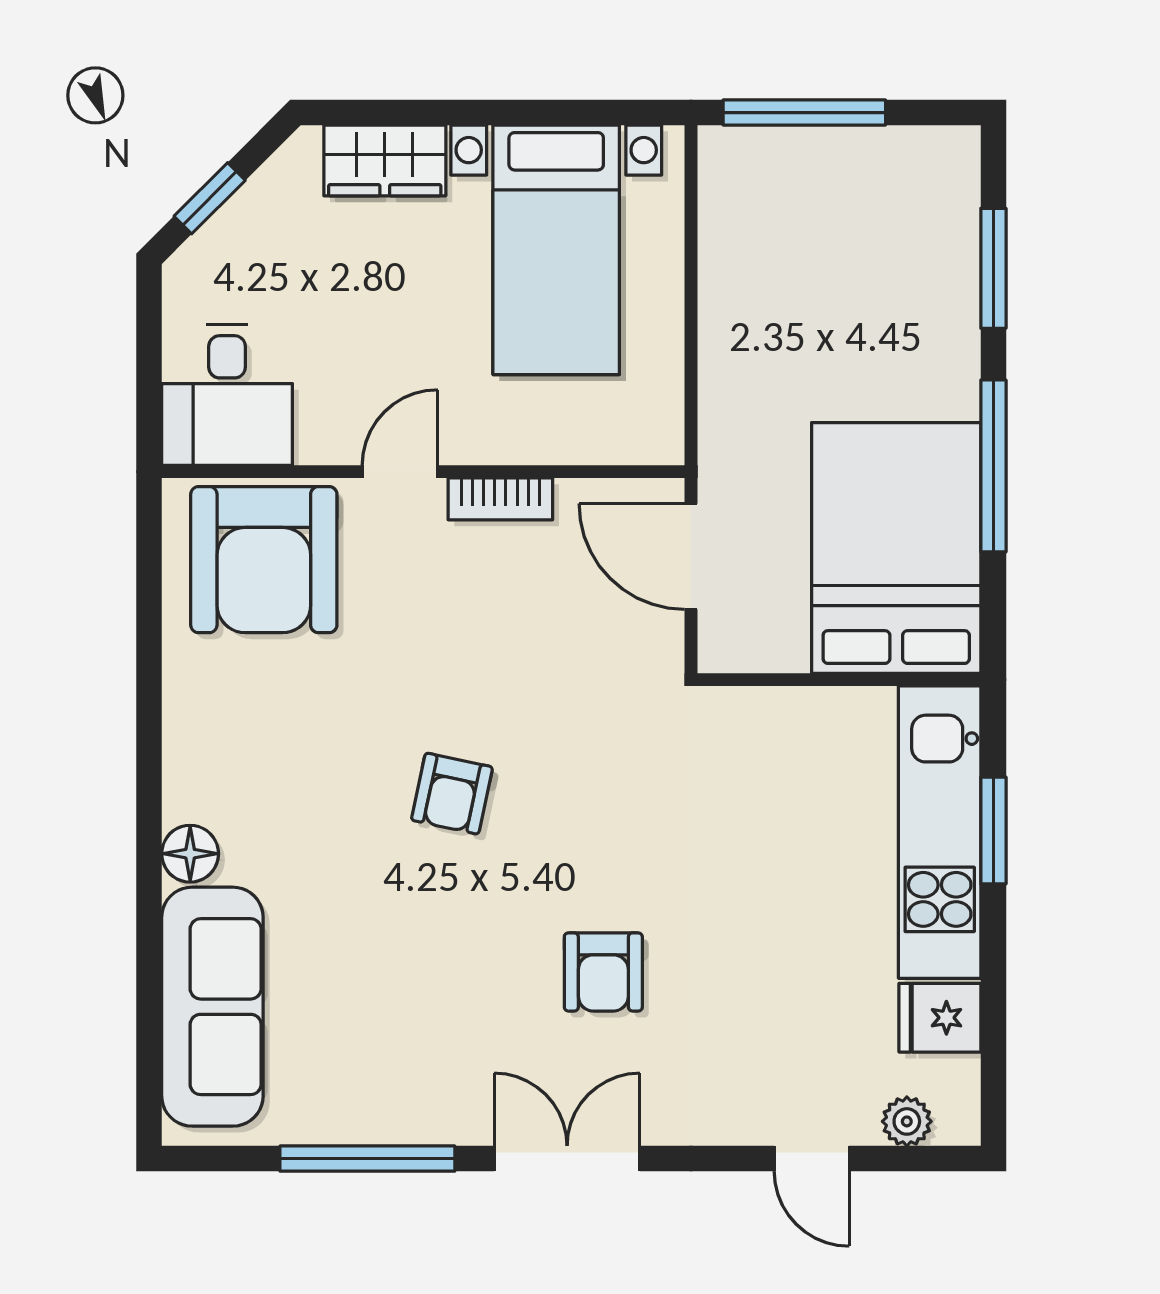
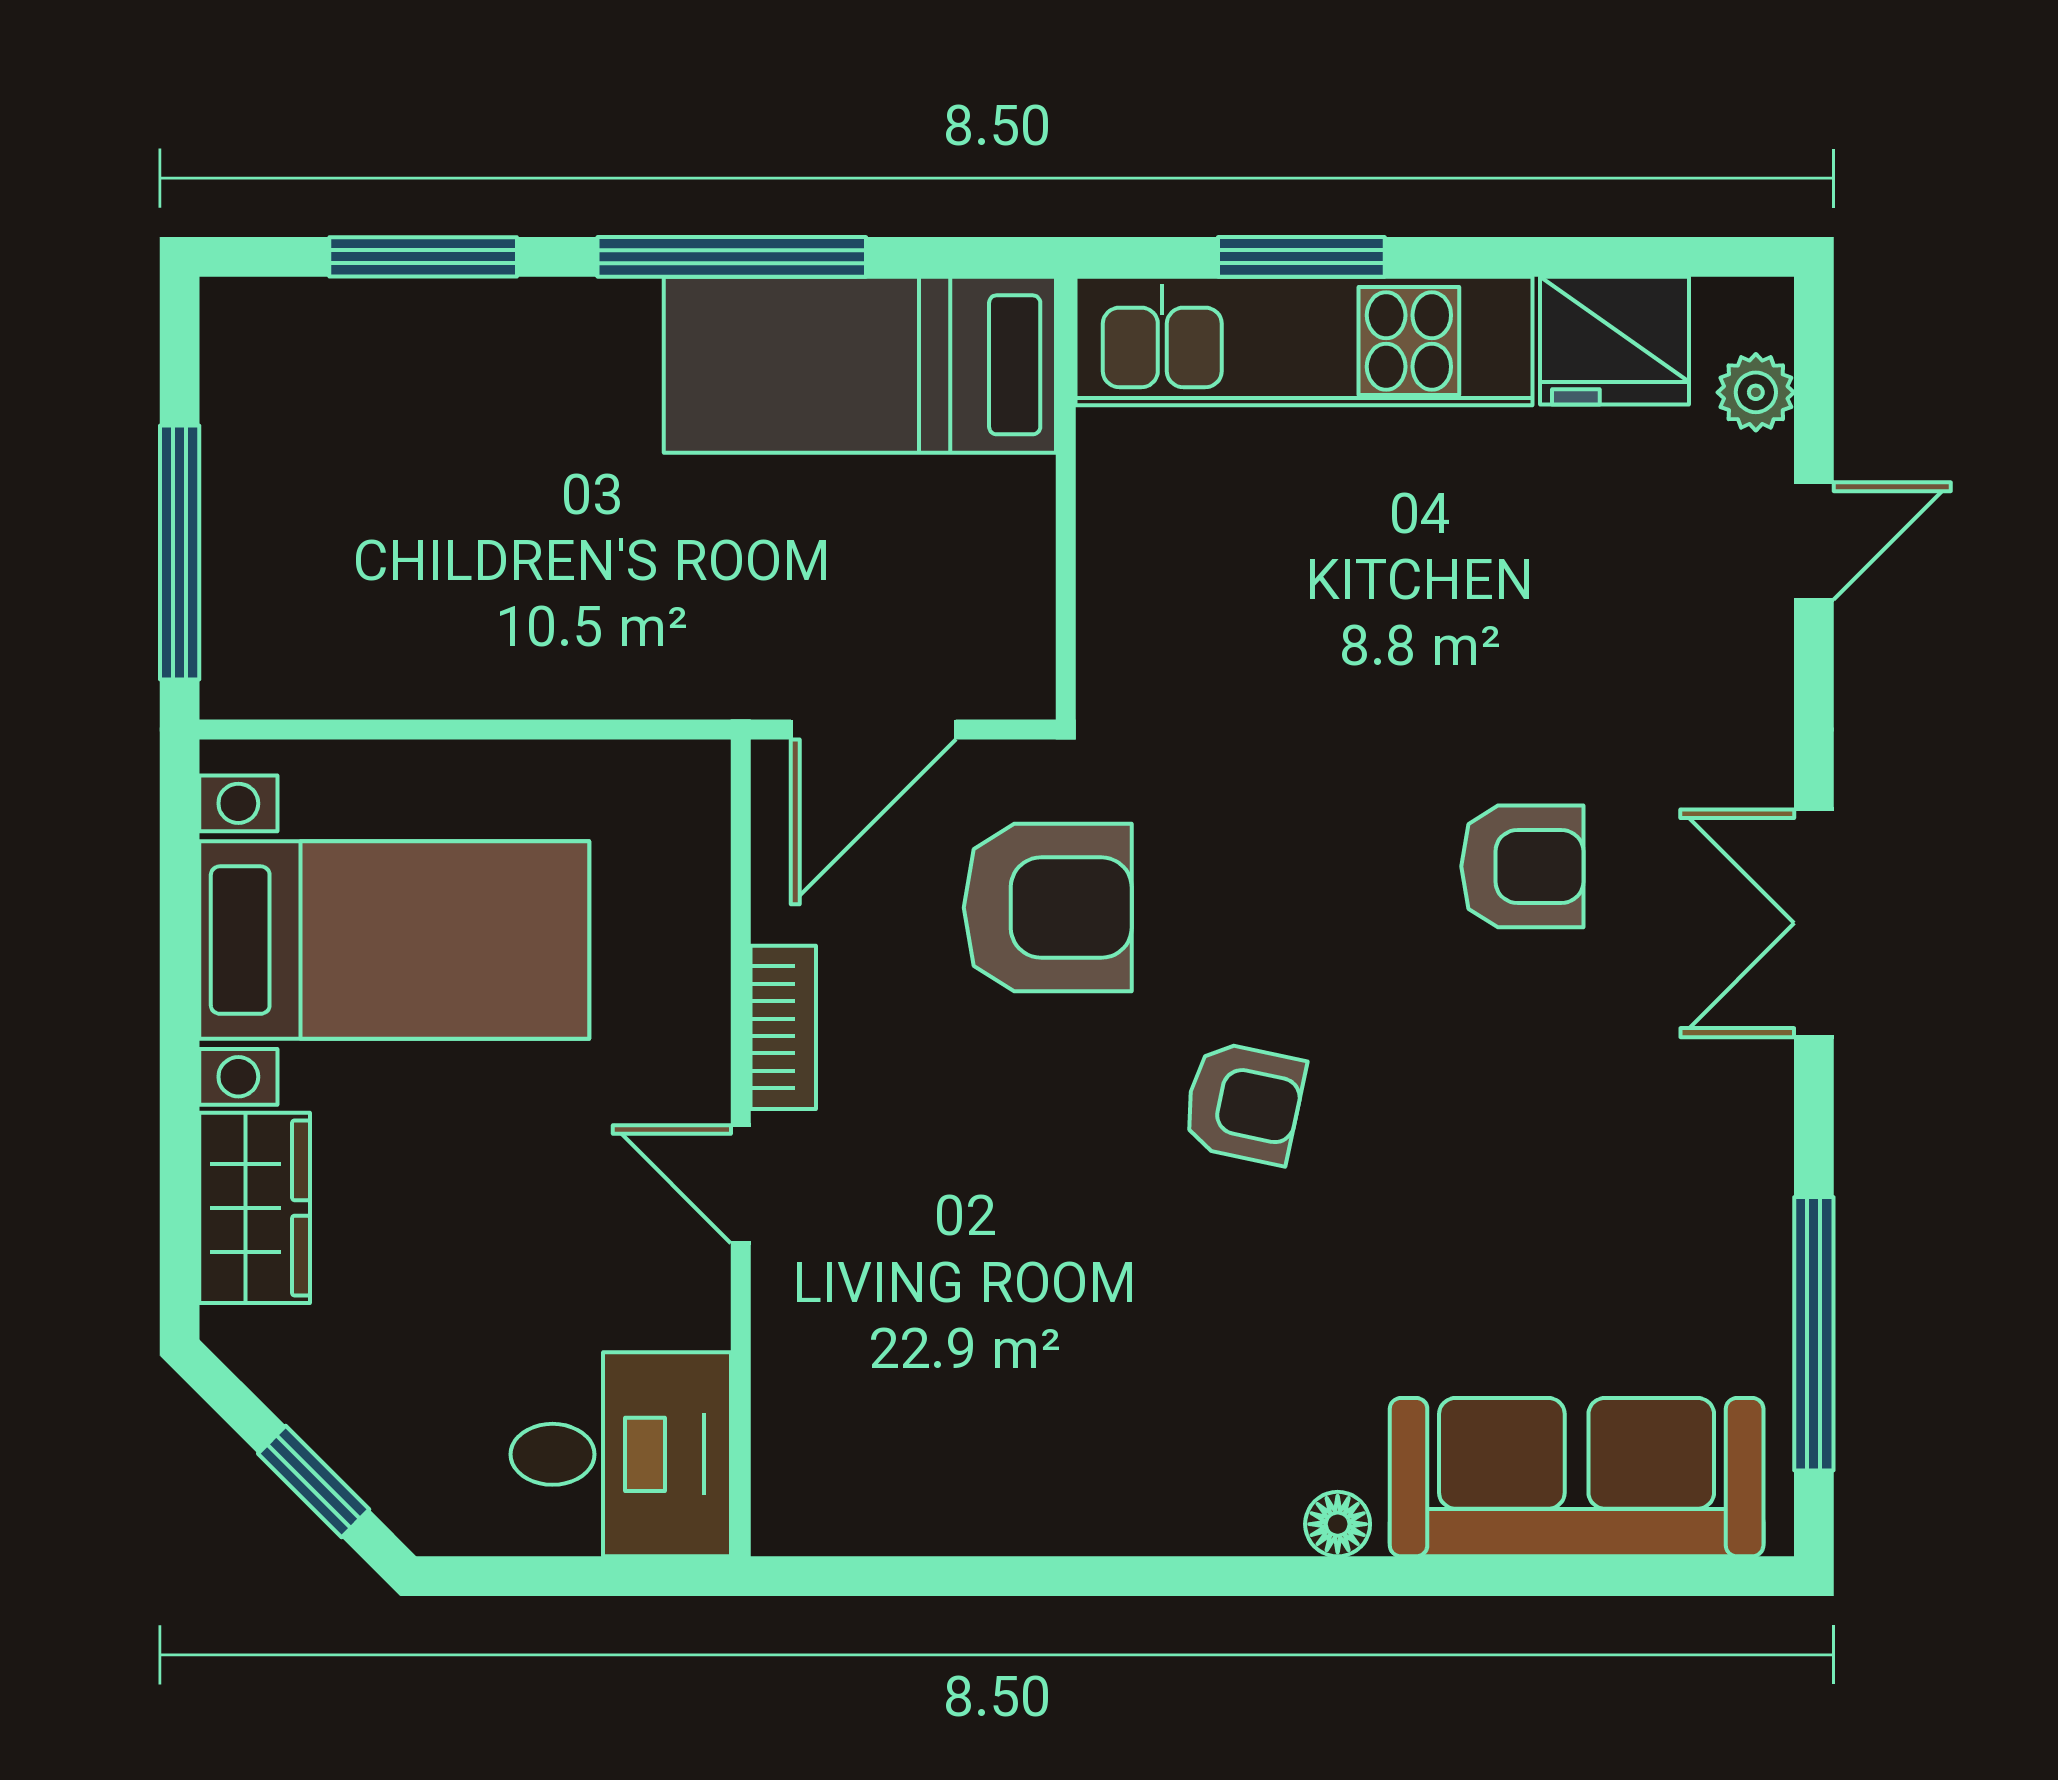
bed: (896, 548) -> (860, 365), width x0.67
armchair: (264, 560) -> (1048, 908), moved, width x0.73, depth x0.73
floor lamp: (190, 854) -> (1338, 1524), width x0.73, depth x0.73
fridge: (940, 1018) -> (1614, 341), width x1.38
window: (367, 1159) -> (1814, 1334), moved

